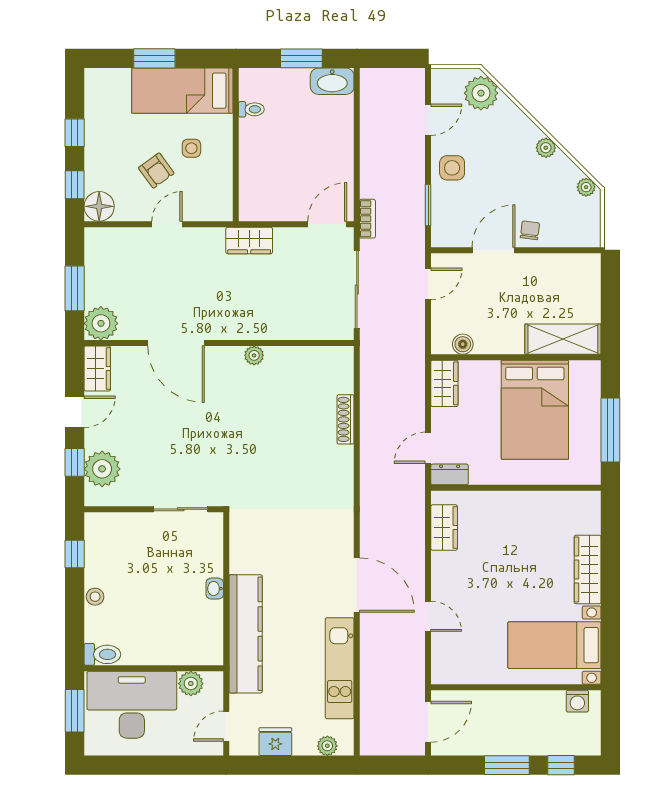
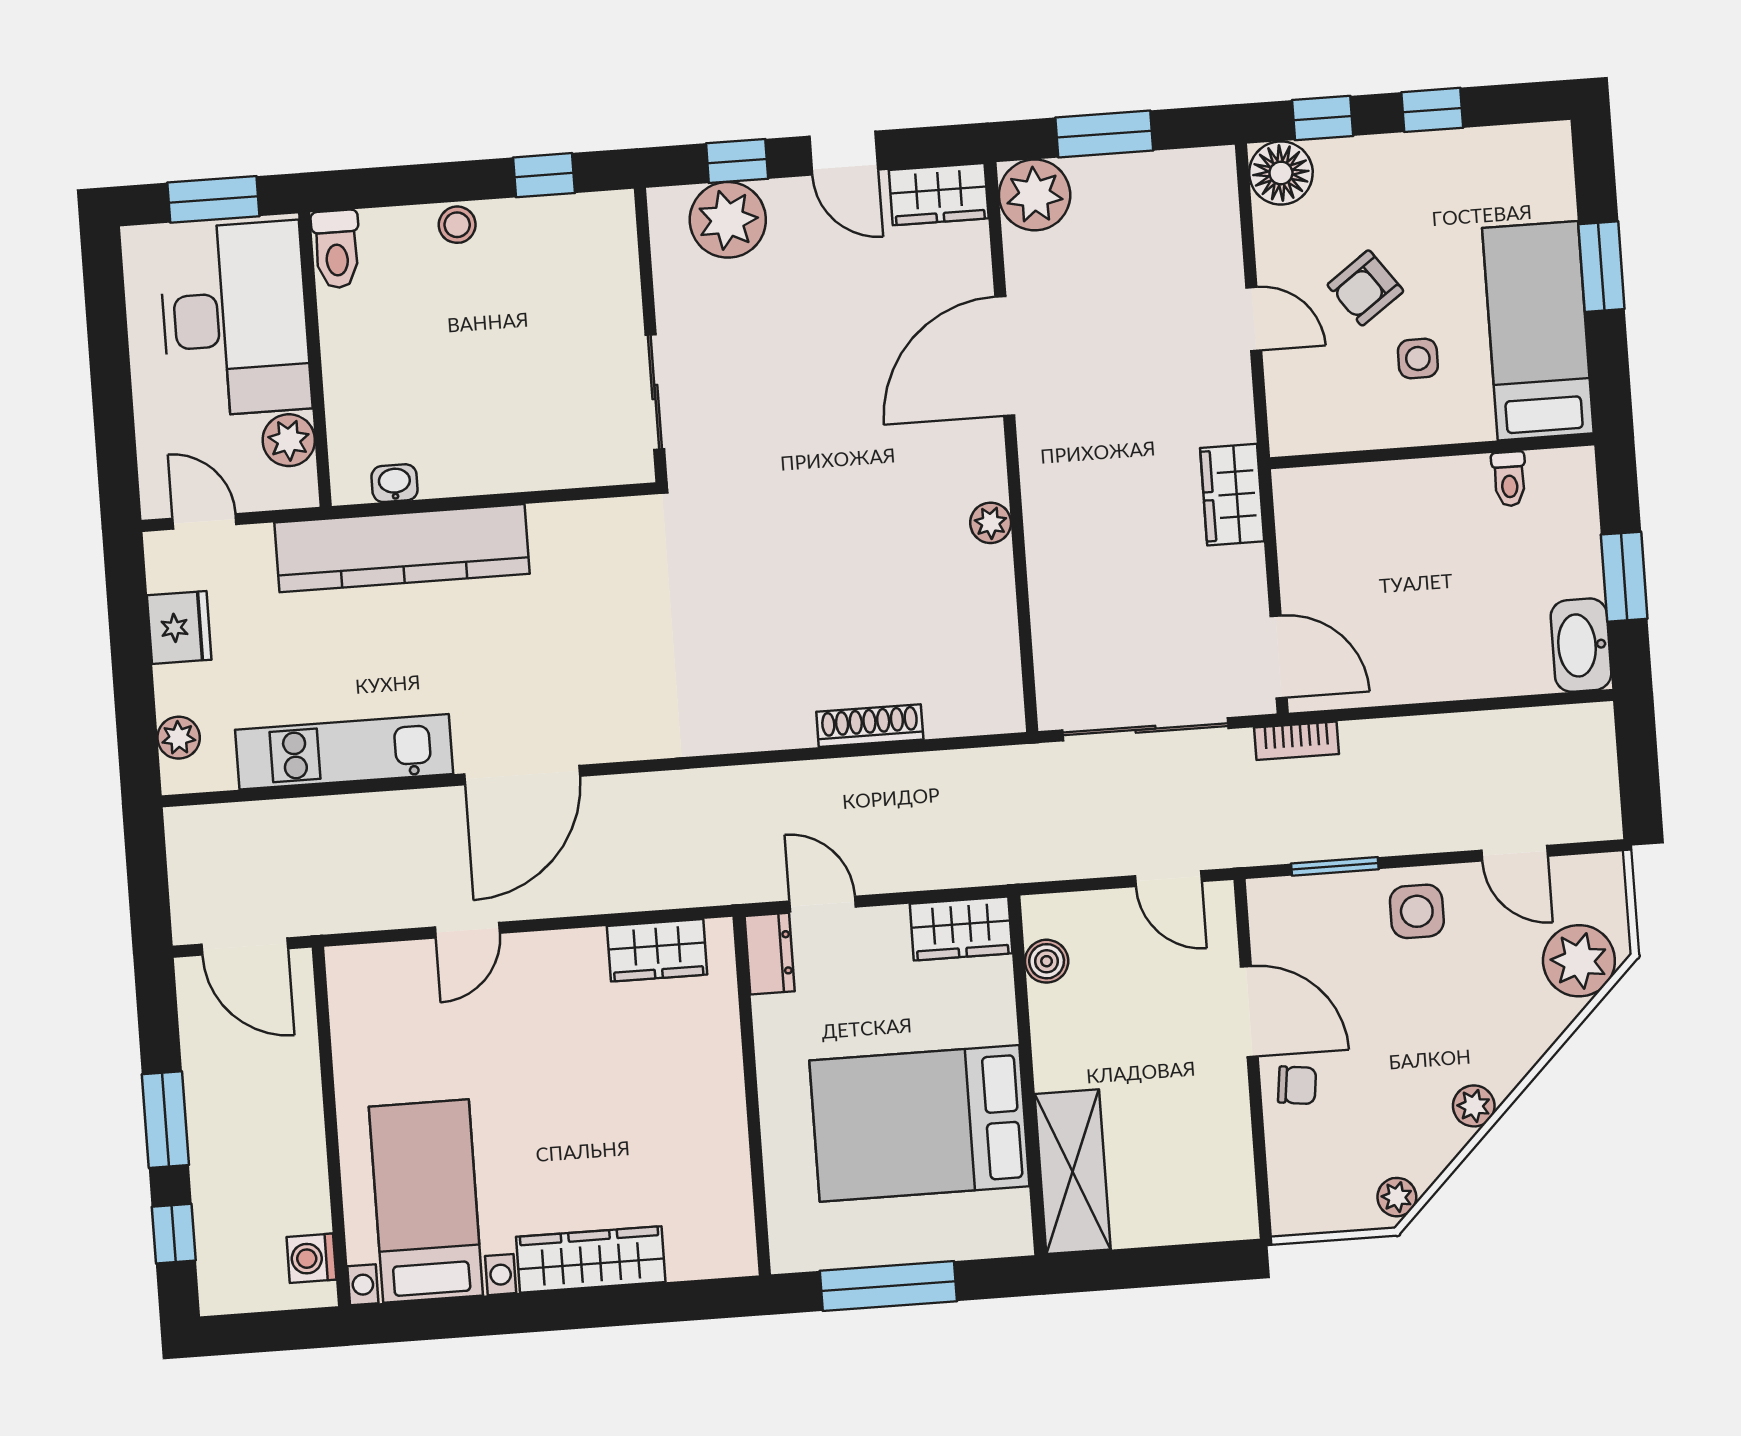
washbasin: (215, 589) -> (395, 483), moved

